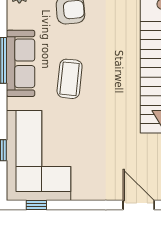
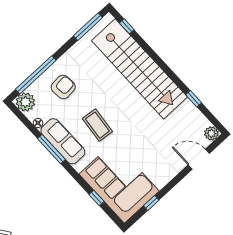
floor lamp: (13, 23) -> (38, 123), added
window: (36, 205) -> (151, 203), moved

